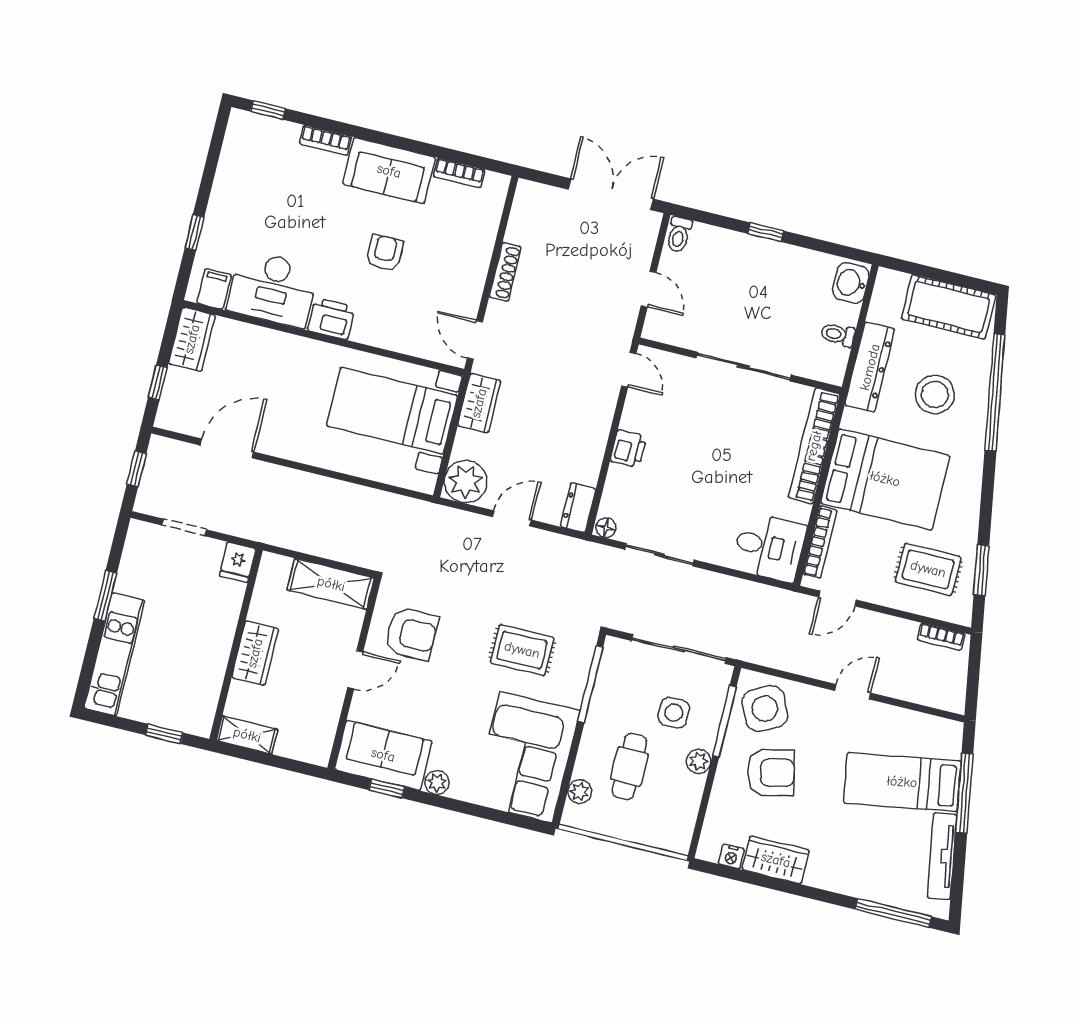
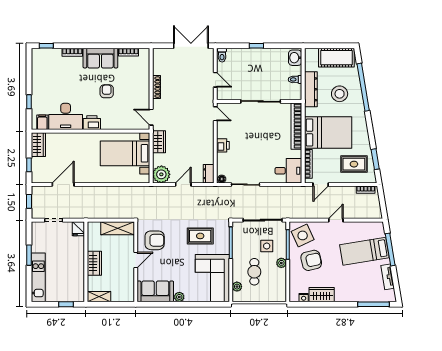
window: (387, 788) -> (160, 304), removed
tv unit: (942, 856) -> (388, 277), width x0.71

